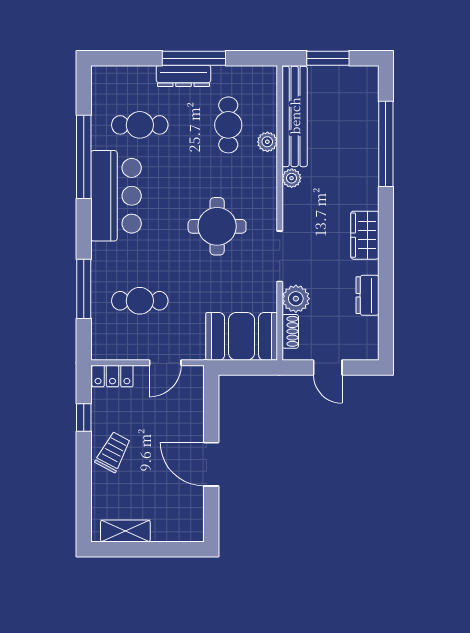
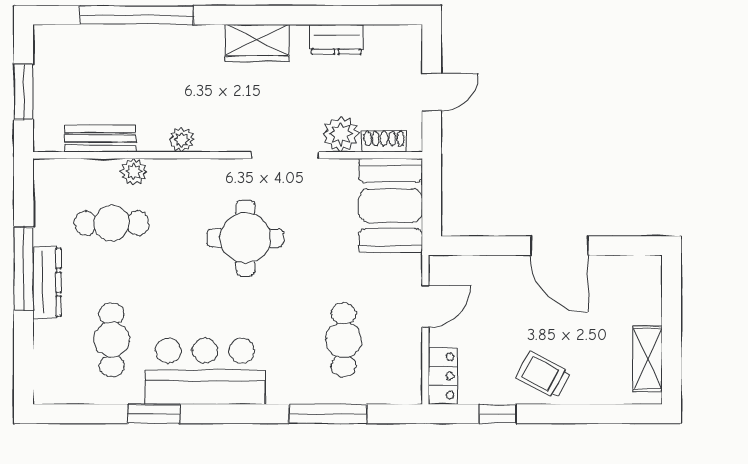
bench: (295, 116) -> (100, 139), width x0.54, depth x0.82
window: (84, 157) -> (154, 414), width x0.47
door: (165, 363) -> (425, 306), hinge flipped
door: (211, 464) -> (559, 246), hinge flipped

